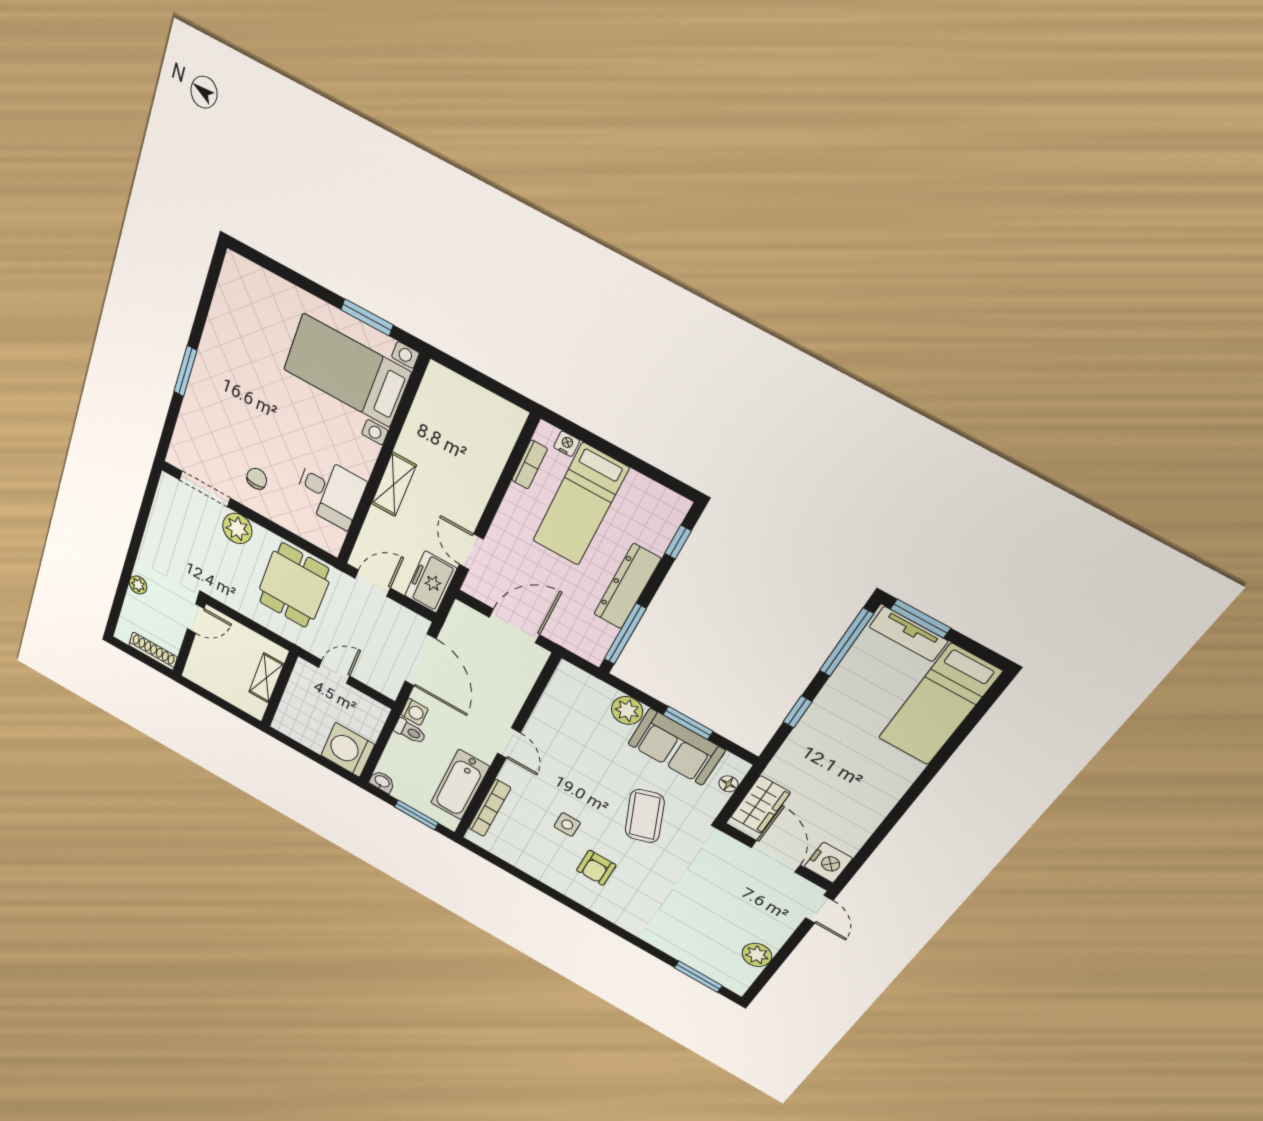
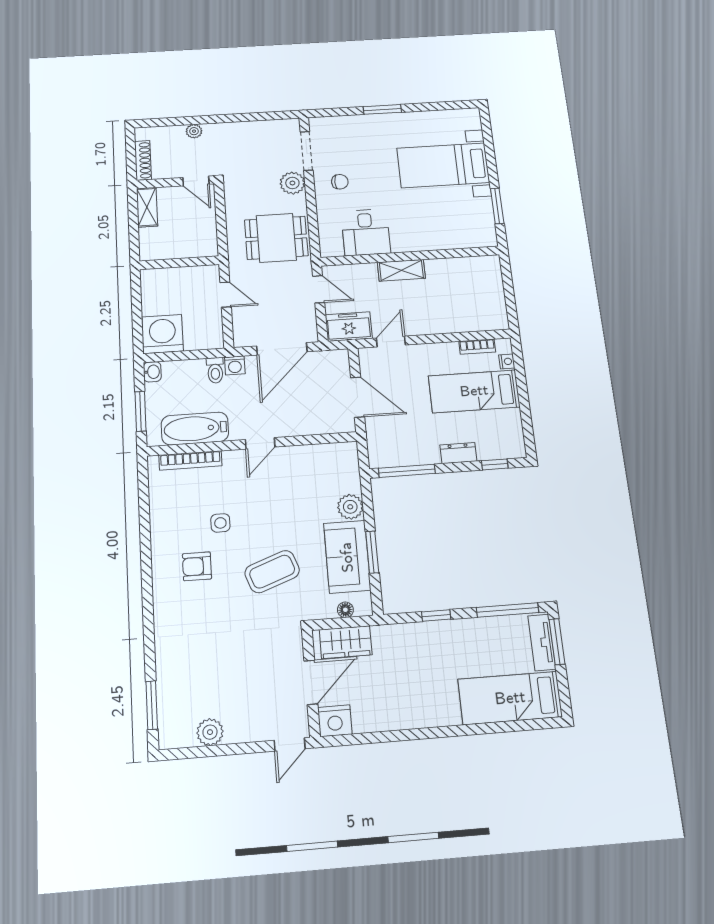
bed with nightstands: (347, 371) -> (443, 165), moved, turned -90
dresser: (627, 587) -> (458, 453), width x0.51, depth x0.80
shelving: (266, 678) -> (147, 207), moved, turned 90

